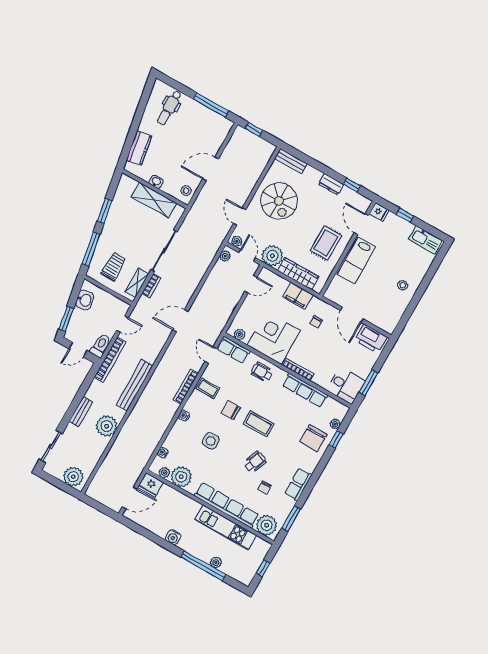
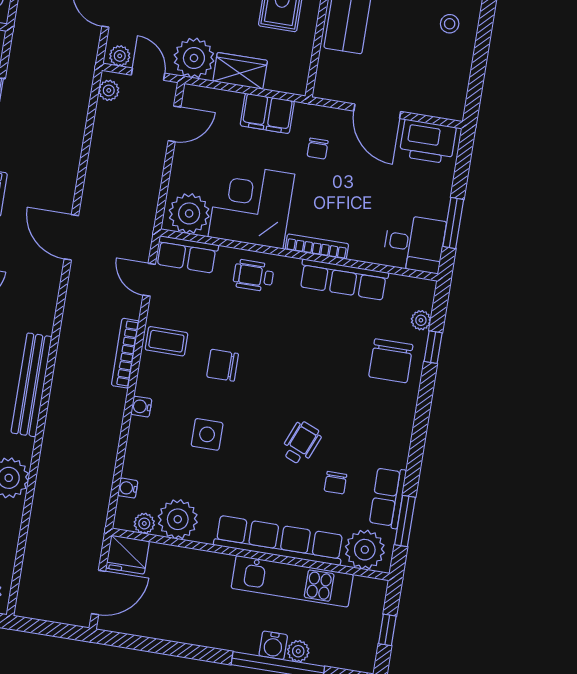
wardrobe: (298, 274) -> (240, 71), width x0.67
door: (180, 321) -> (71, 237), hinge flipped
plant: (240, 335) -> (189, 213), width x1.88, depth x1.88
coffee table: (259, 424) -> (282, 372), removed
row of seats: (298, 484) -> (388, 497), moved
water cooler: (173, 537) -> (273, 645), moved

